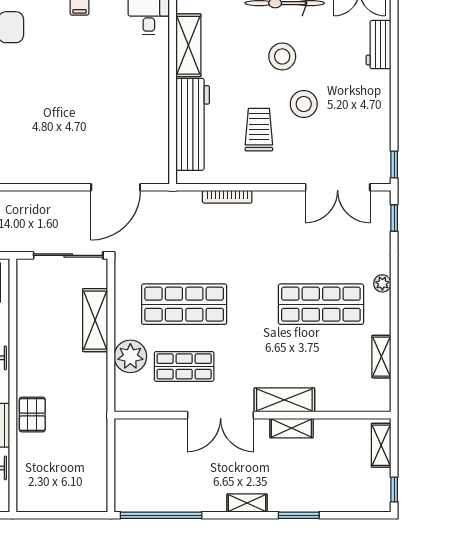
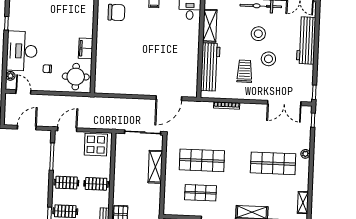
workbench: (379, 45) -> (306, 40), width x1.87, depth x1.32
plant: (130, 356) -> (173, 186), removed
shelving: (381, 357) -> (303, 203), moved

